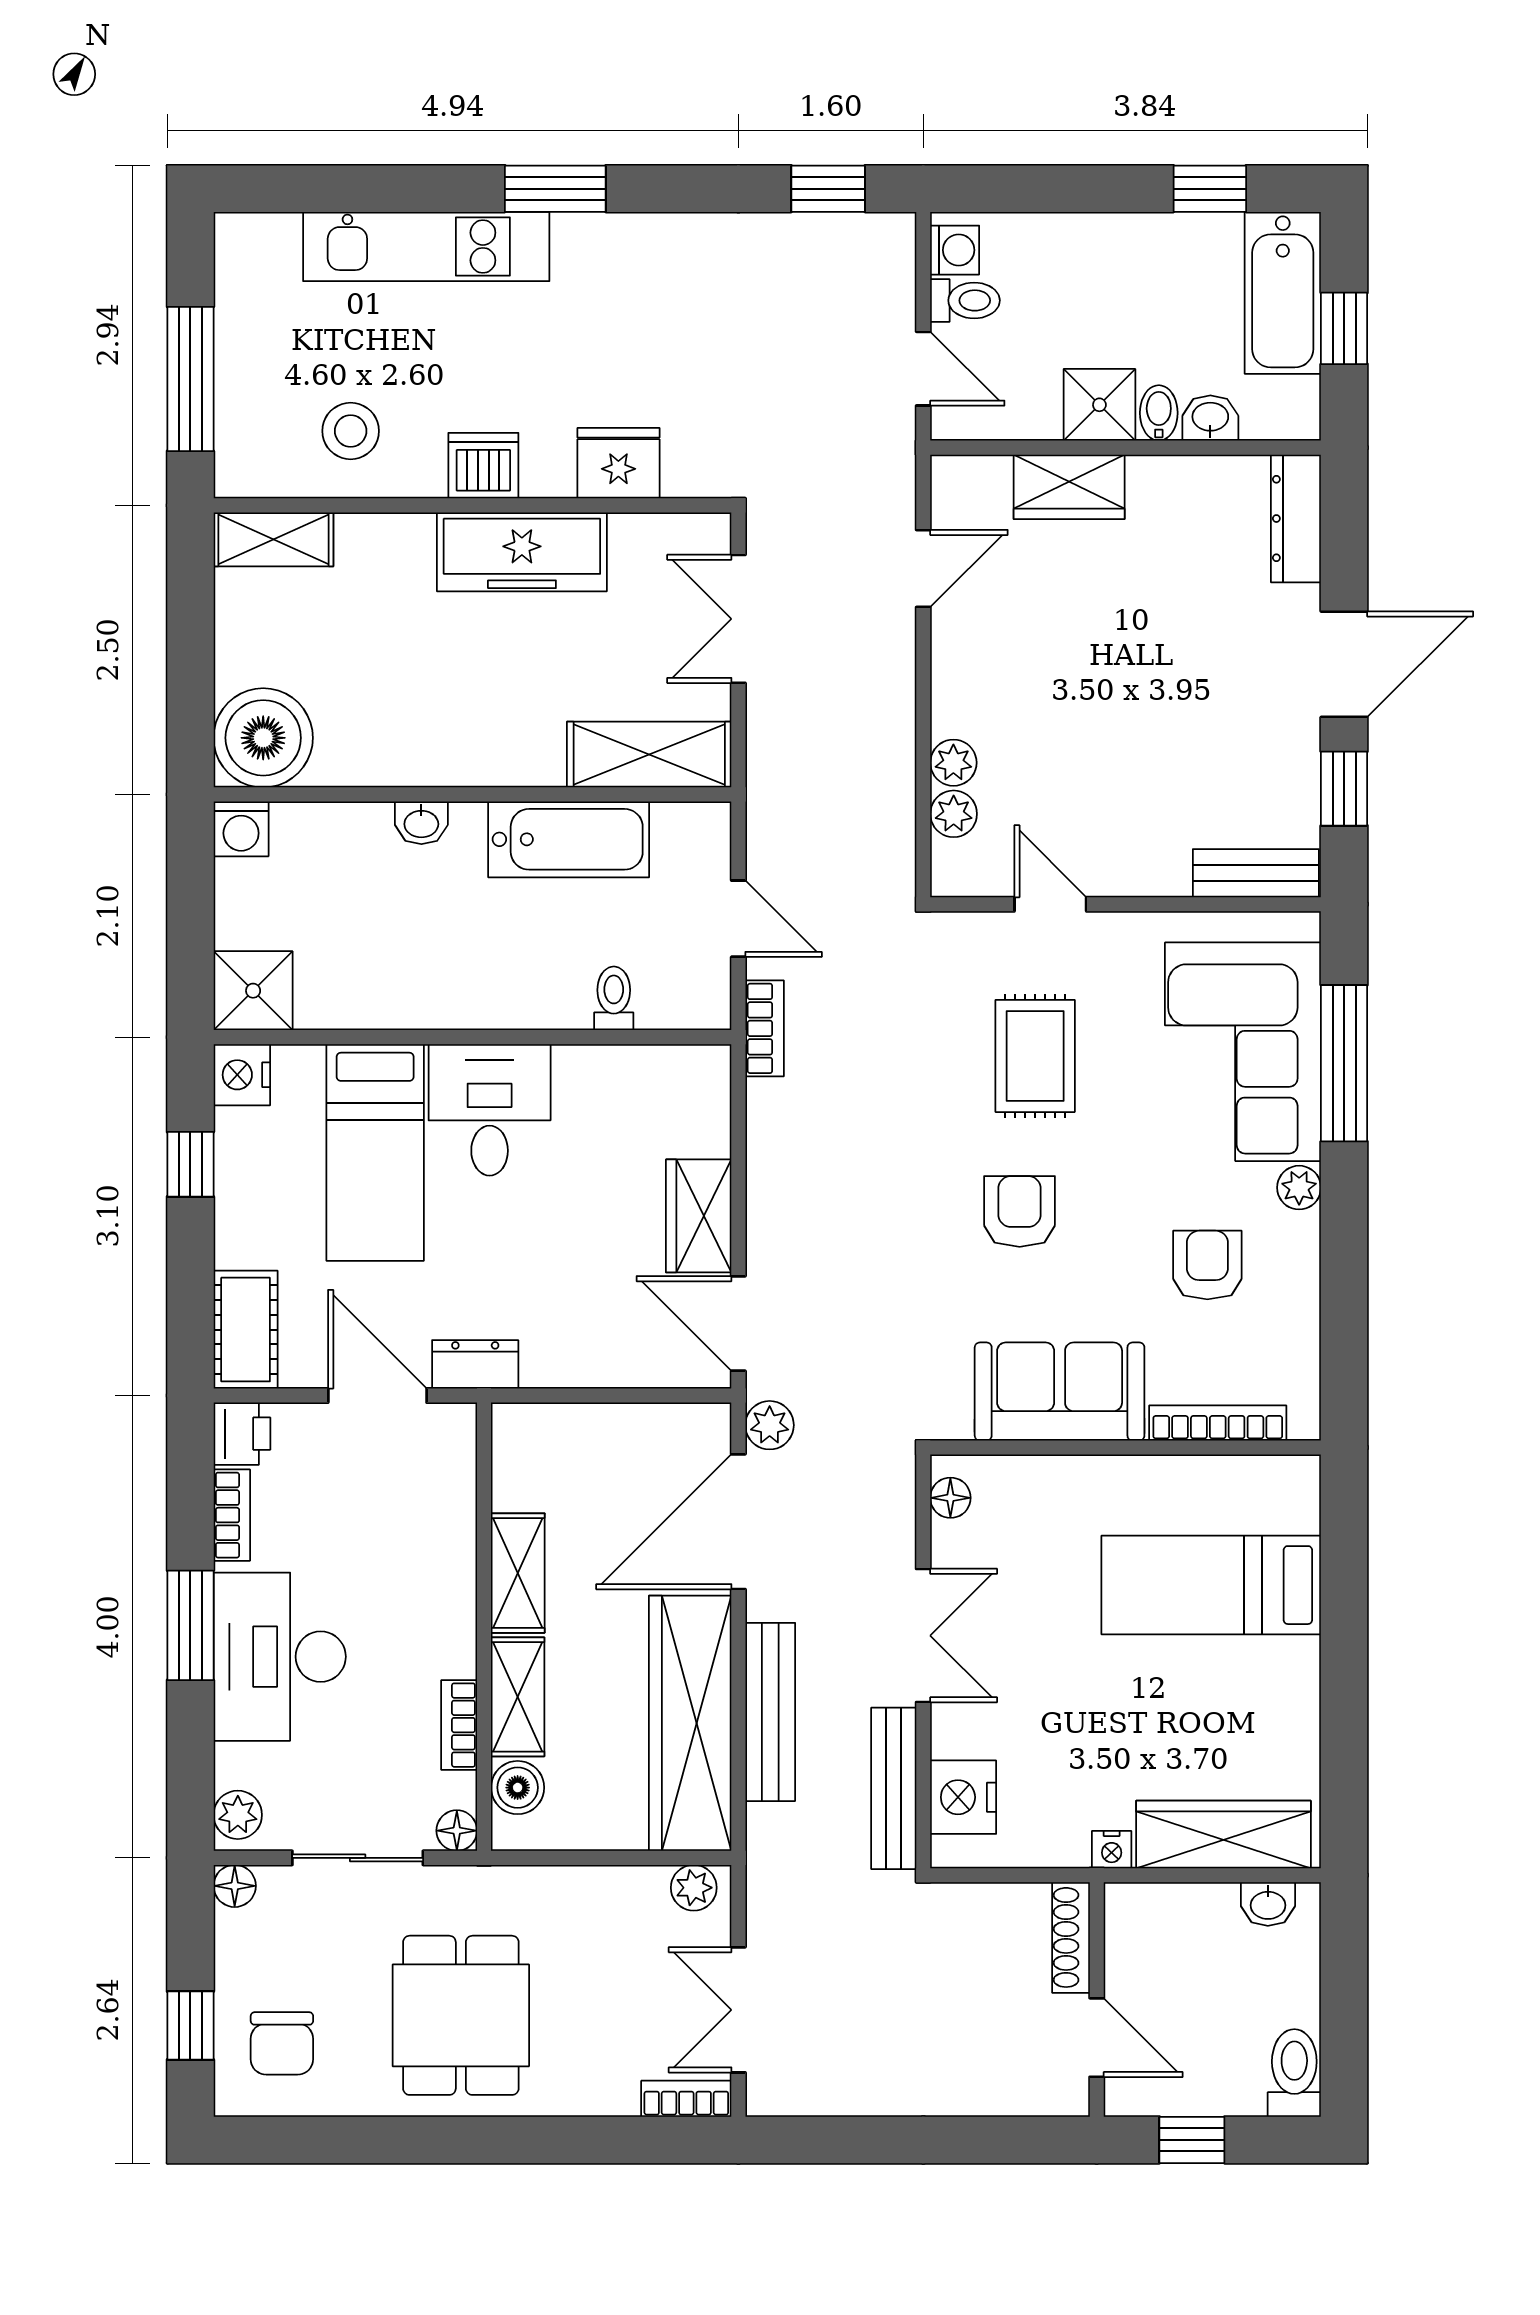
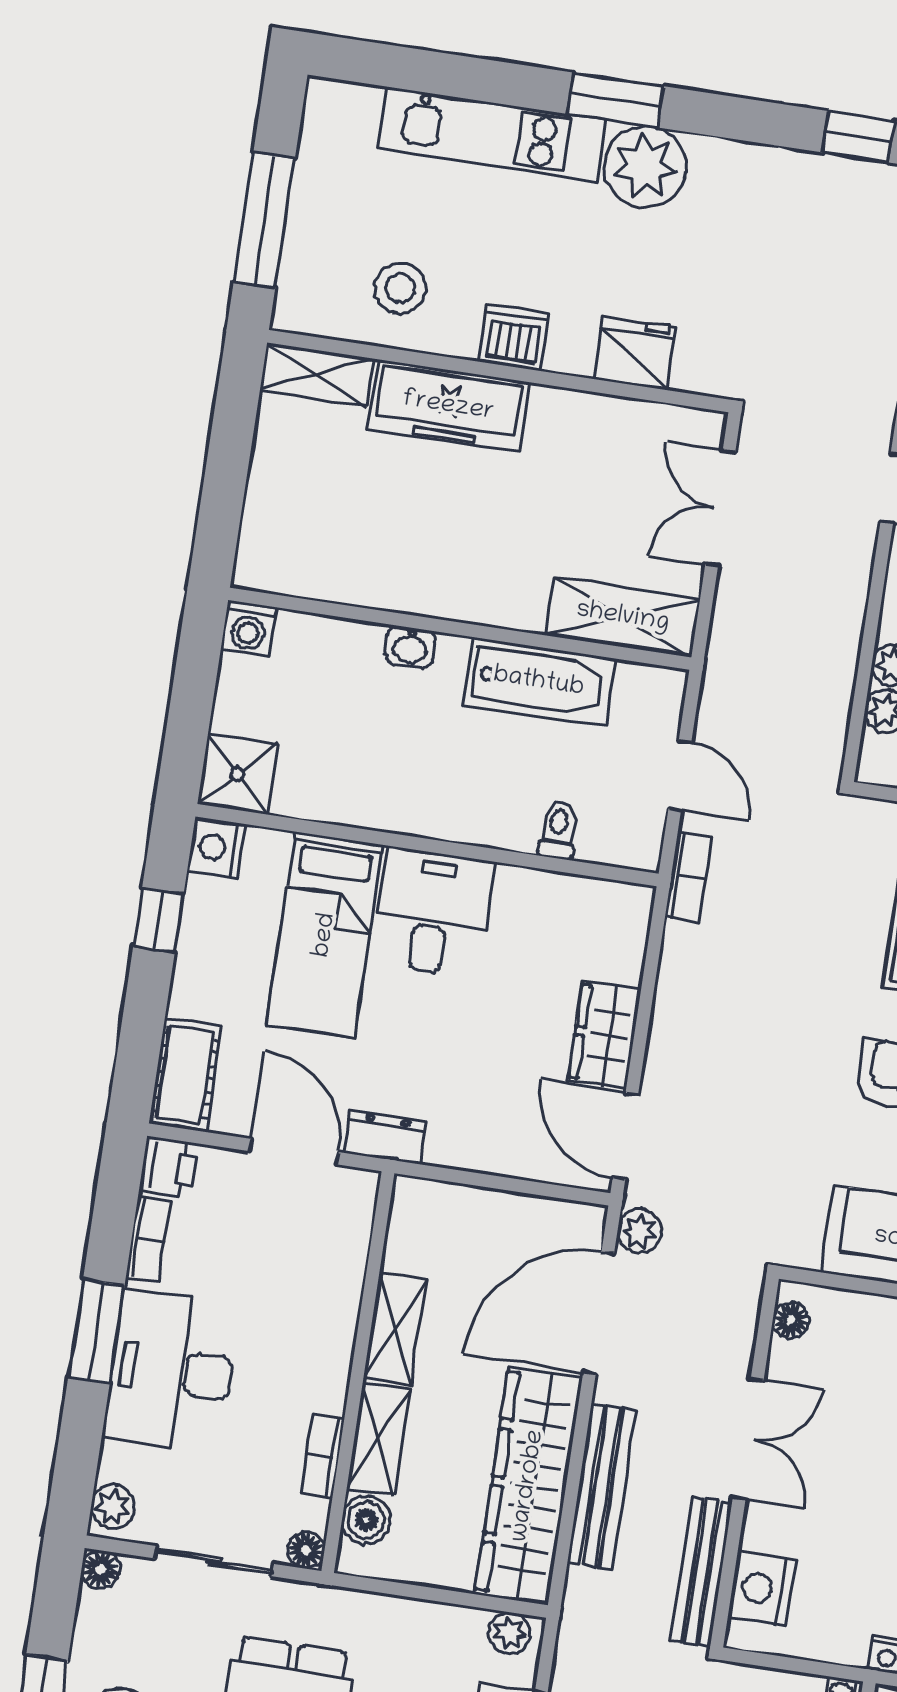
plant: (599, 257) -> (645, 167), added
freezer: (522, 552) -> (448, 406), moved
boiler: (263, 738) -> (281, 550), removed

